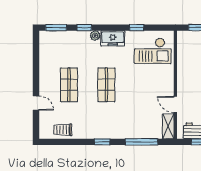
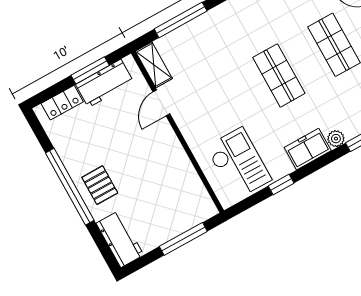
checkout: (153, 51) -> (238, 163), turned 90
door: (175, 104) -> (161, 103), swing flipped

